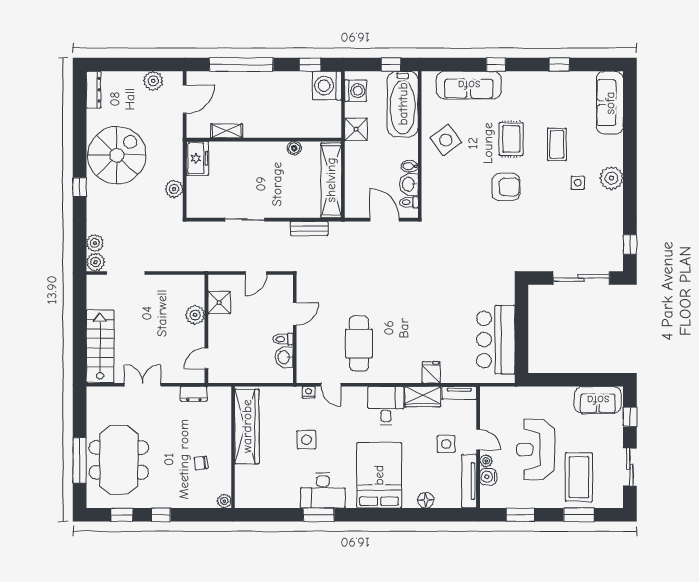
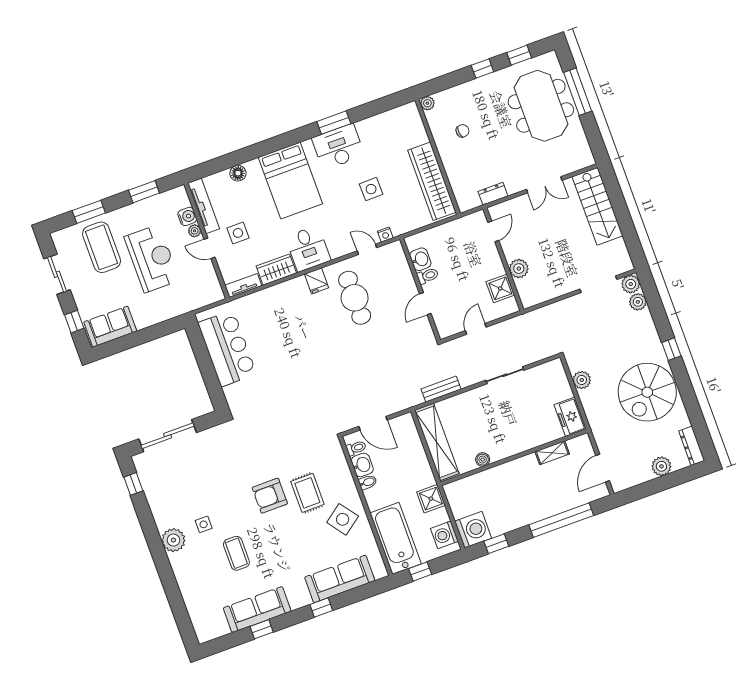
plant: (153, 81) -> (661, 466), moved
sofa: (610, 103) -> (257, 609), moved, turned -90
rug: (511, 139) -> (307, 493), moved
fridge: (431, 372) -> (316, 281), moved

